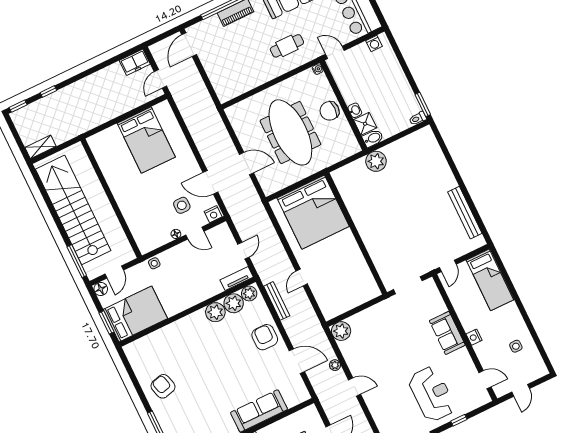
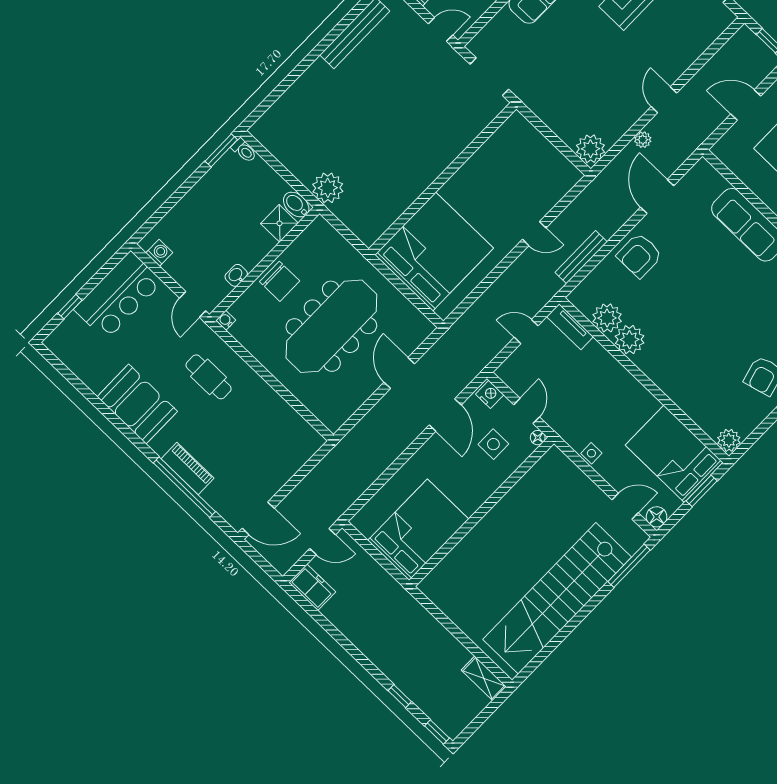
washbasin: (355, 110) -> (236, 275), moved
wall: (111, 198) -> (482, 512), moved
plant: (249, 293) -> (729, 440), moved

